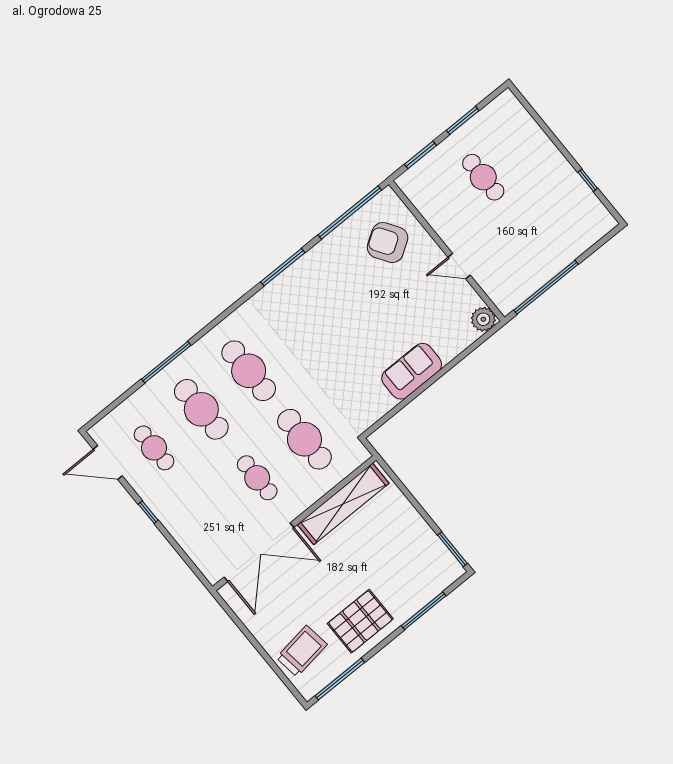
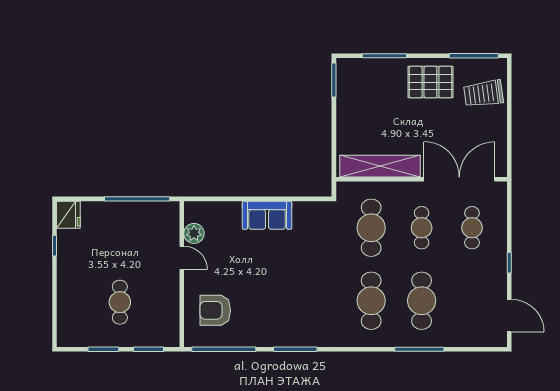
fridge: (598, 220) -> (68, 215), added
armchair: (388, 243) -> (215, 310), turned 123
plant: (483, 319) -> (194, 233), moved
cafe table: (154, 448) -> (472, 228), moved

